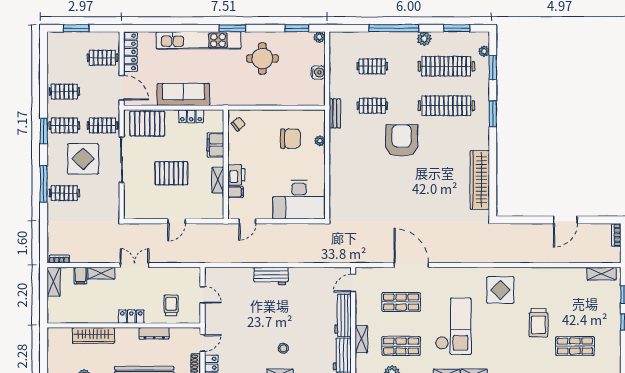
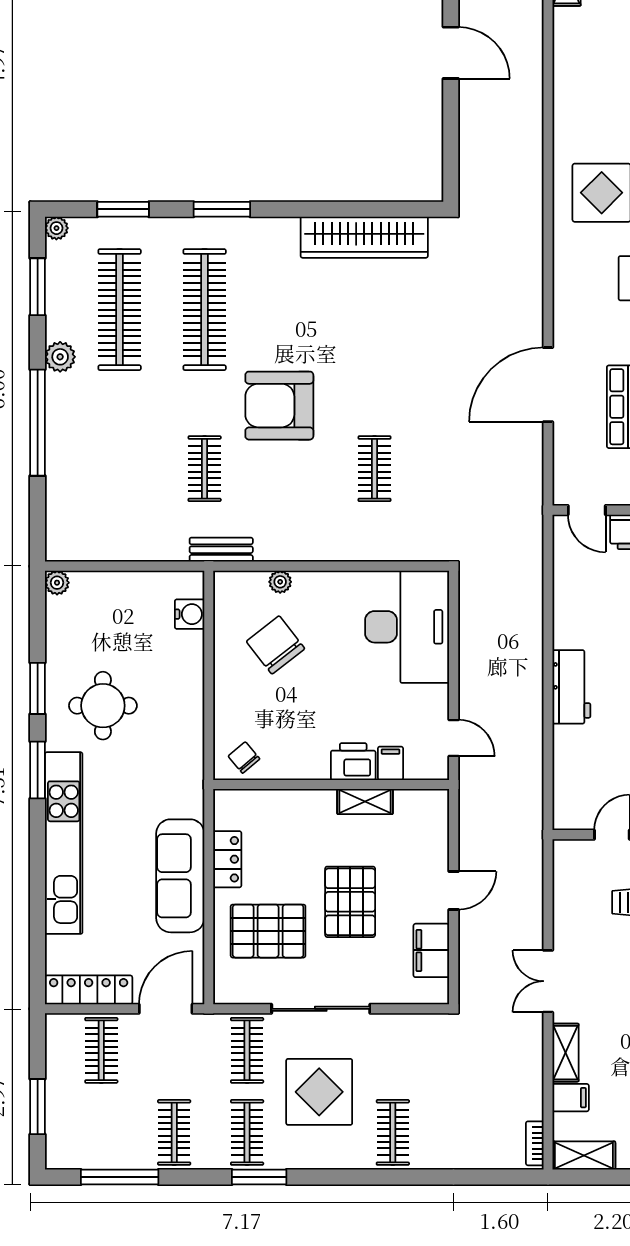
window: (297, 28) -> (38, 688), moved
plant: (484, 51) -> (56, 228), moved
clothes rail: (372, 66) -> (375, 469), moved
water cooler: (318, 72) -> (190, 614), moved, turned 90
pallet: (147, 124) -> (268, 931), moved, turned 90
chair: (291, 139) -> (276, 645), turned -38
filing cabinet: (215, 145) -> (431, 950), moved, turned 90
window: (44, 184) -> (120, 1177), moved
door: (177, 221) -> (454, 890), hinge flipped

